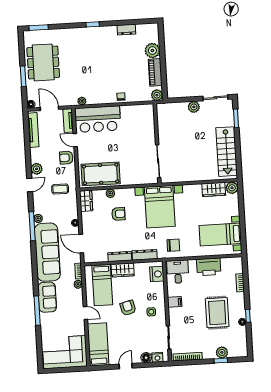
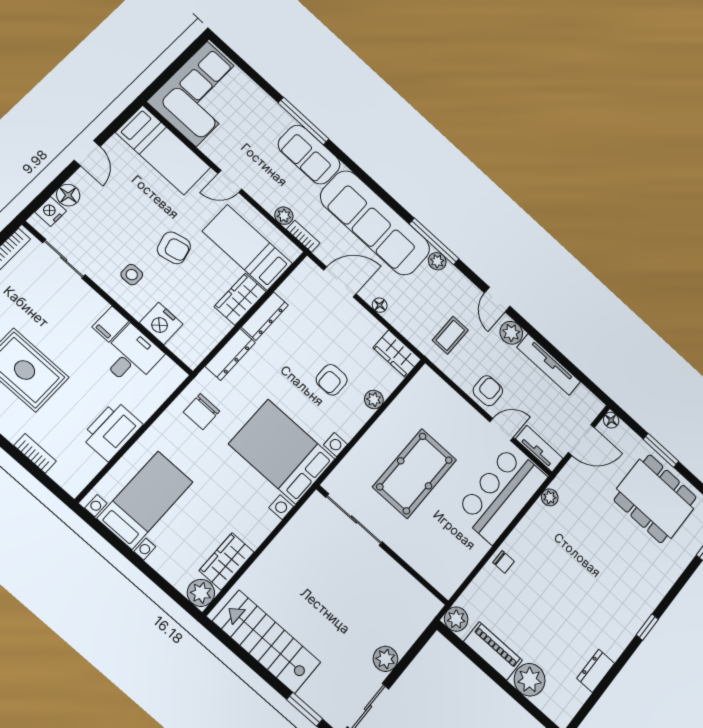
tv unit: (33, 130) -> (549, 365), moved
pool table: (101, 174) -> (415, 473), moved
desk: (178, 272) -> (131, 356), moved, turned -90
nightstand: (157, 274) -> (161, 323), moved

